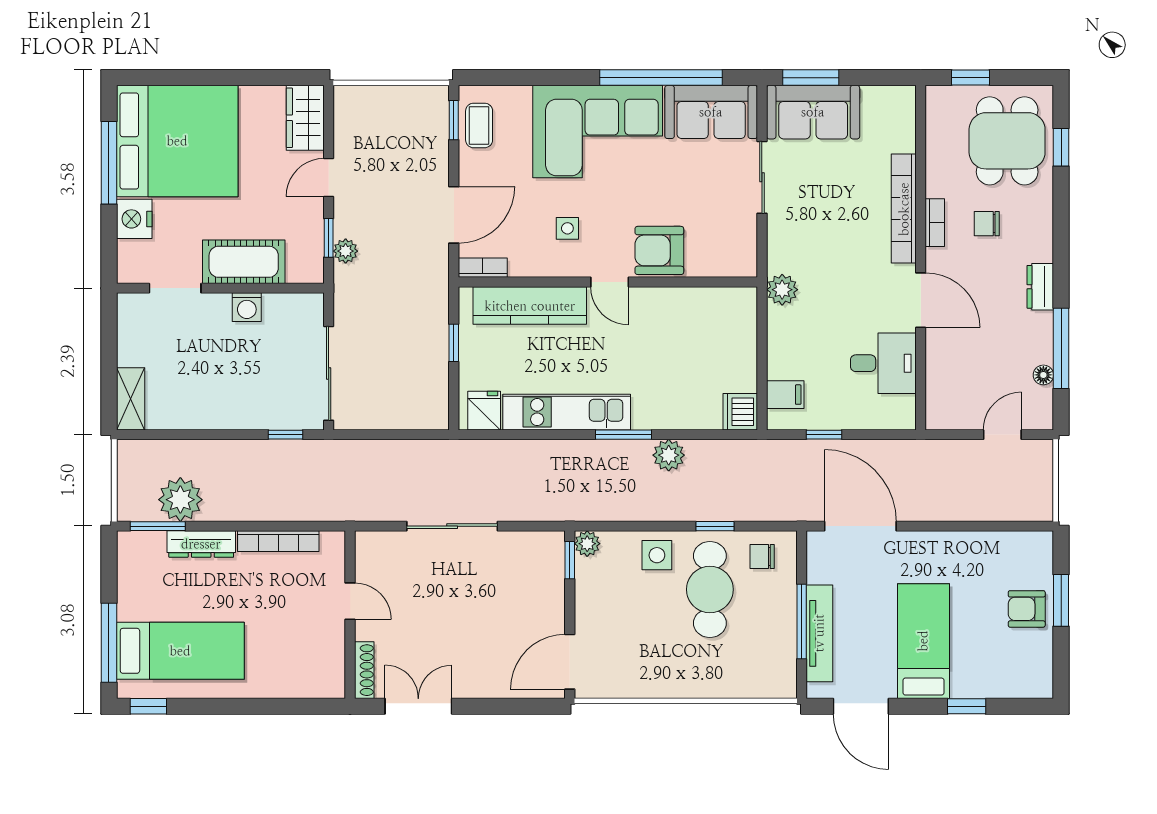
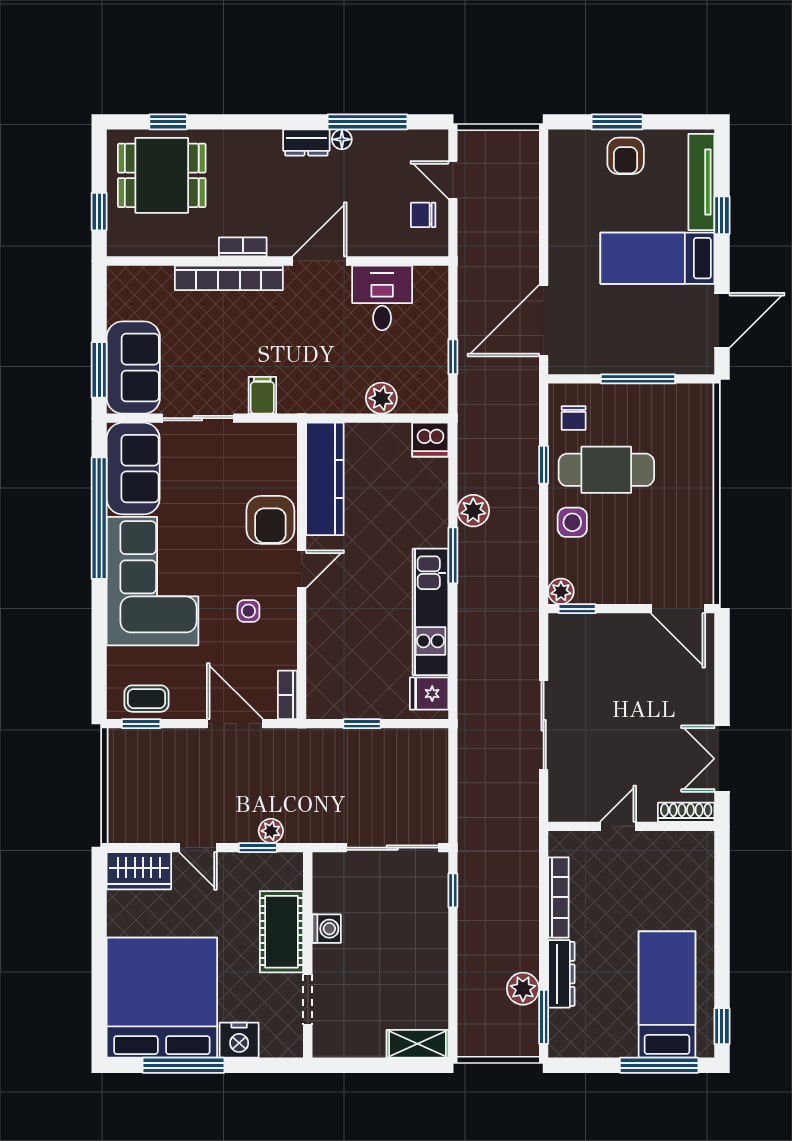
chair: (987, 224) -> (423, 215), moved, turned 90
plant: (782, 290) -> (381, 398), moved
kitchen counter: (530, 306) -> (325, 479), moved
floor lamp: (1043, 375) -> (342, 139), moved
filing cabinet: (785, 395) -> (262, 395), moved
plant: (180, 500) -> (523, 989), width x0.73, depth x0.73
tv unit: (819, 633) -> (701, 182), moved, turned -90

